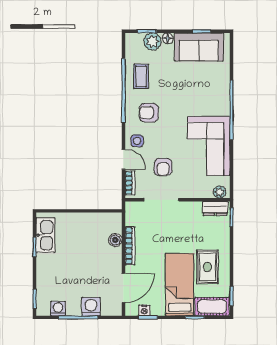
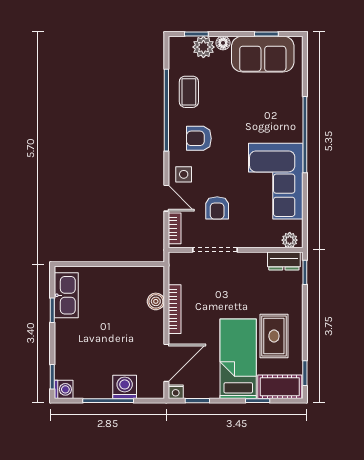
washing machine: (58, 309) -> (64, 389), moved, turned 90
nightstand: (144, 310) -> (176, 392), moved

